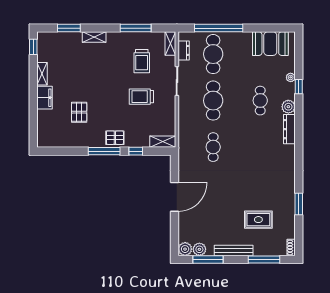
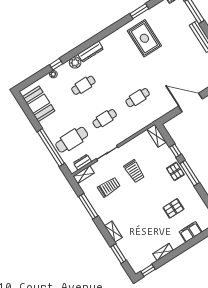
filing cabinet: (45, 98) -> (191, 232), moved
cafe table: (213, 101) -> (105, 119), width x0.73, depth x0.74
rug: (258, 220) -> (144, 38), moved, width x1.36, depth x1.43

